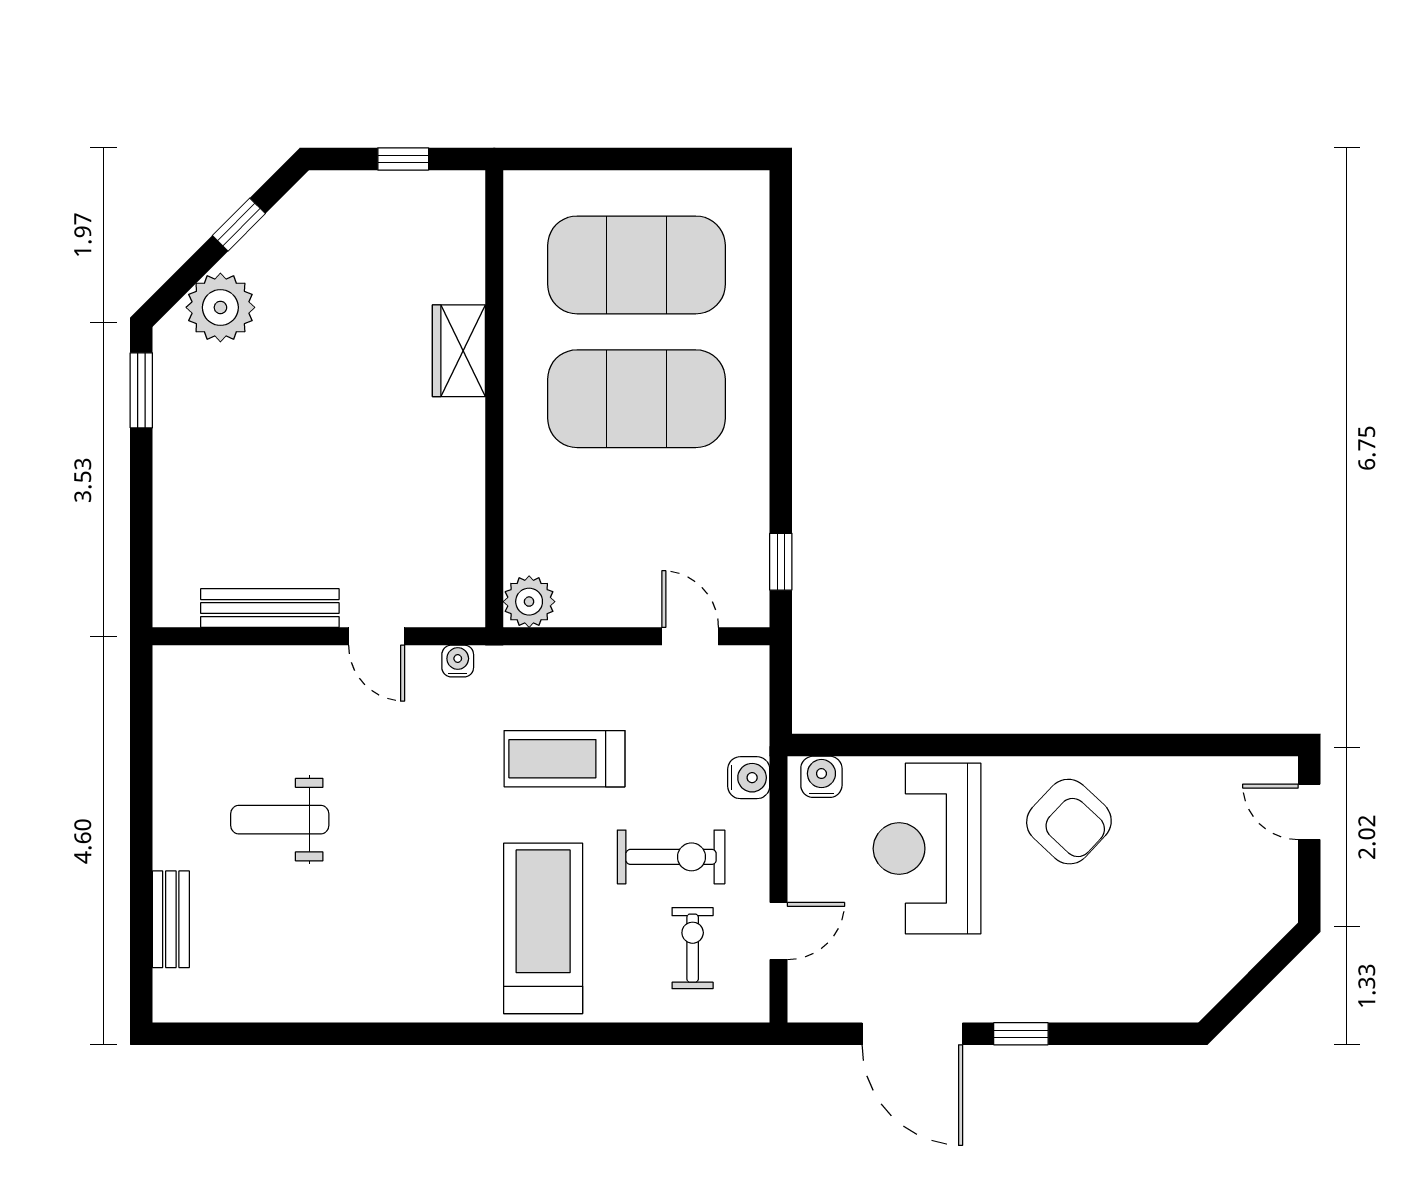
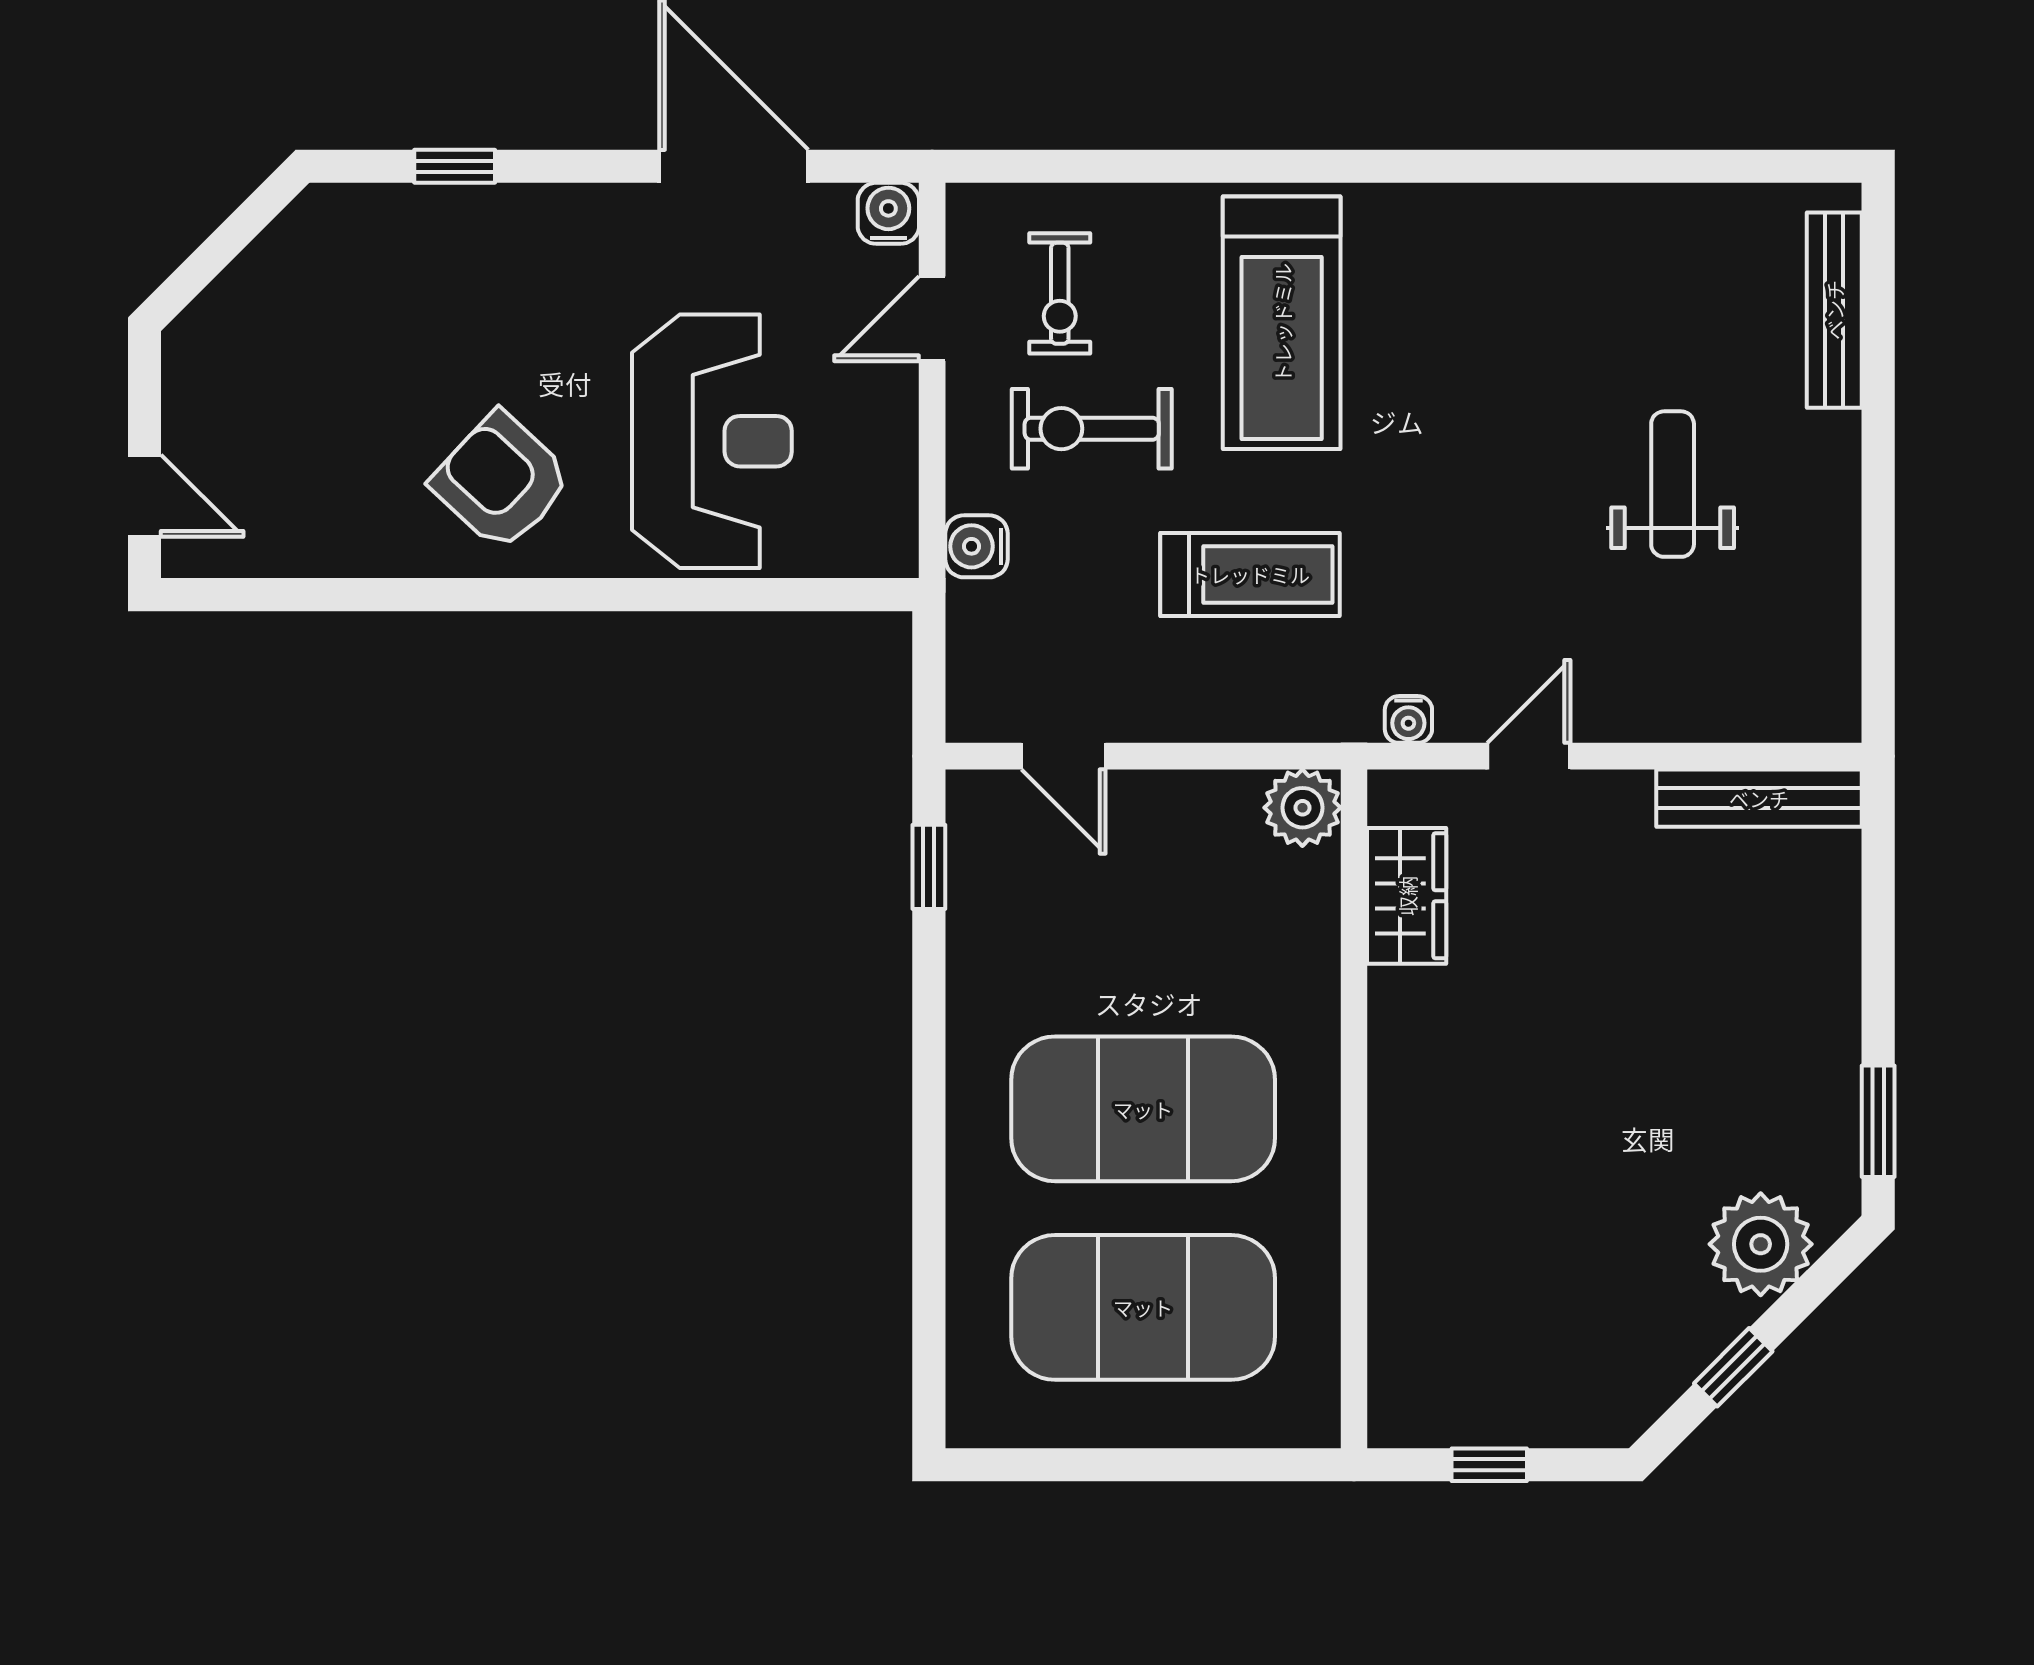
wardrobe: (459, 351) -> (1407, 896), moved
bench: (270, 608) -> (1759, 798), moved
door: (377, 636) -> (1529, 756), hinge flipped
water cooler: (821, 777) -> (888, 213), moved, turned 180
weight bench: (280, 820) -> (1673, 484), turned -90
bench: (171, 919) -> (1834, 310), width x1.36
window: (1021, 1034) -> (455, 166), moved

